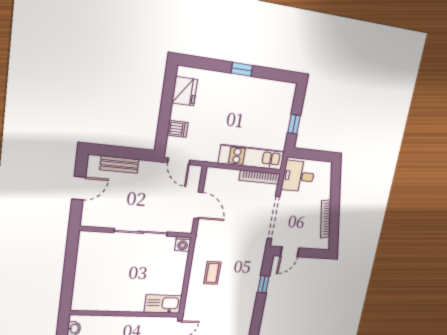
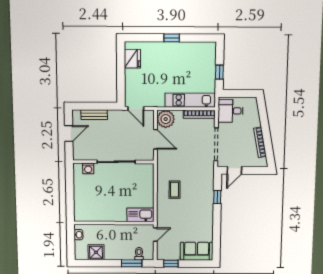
dishwasher: (178, 129) -> (131, 85), removed
plant: (216, 180) -> (166, 119), added
washing machine: (183, 244) -> (88, 168), moved

